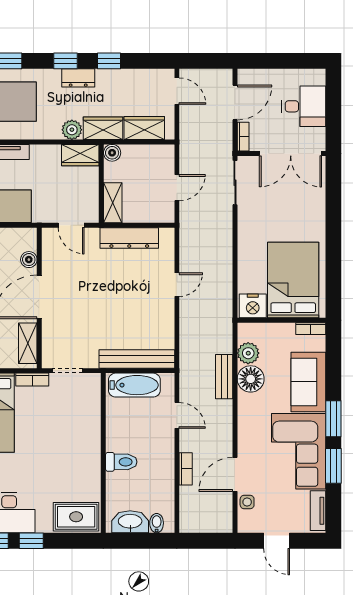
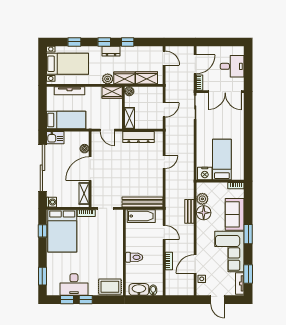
bed: (293, 280) -> (222, 160), width x0.67
window: (333, 466) -> (248, 274), moved

